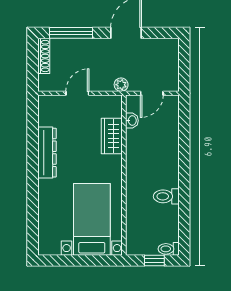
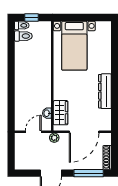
door: (77, 93) -> (84, 132), width x1.87
wardrobe: (112, 136) -> (61, 113), moved
toilet: (166, 196) -> (23, 36), moved

